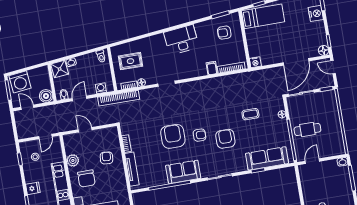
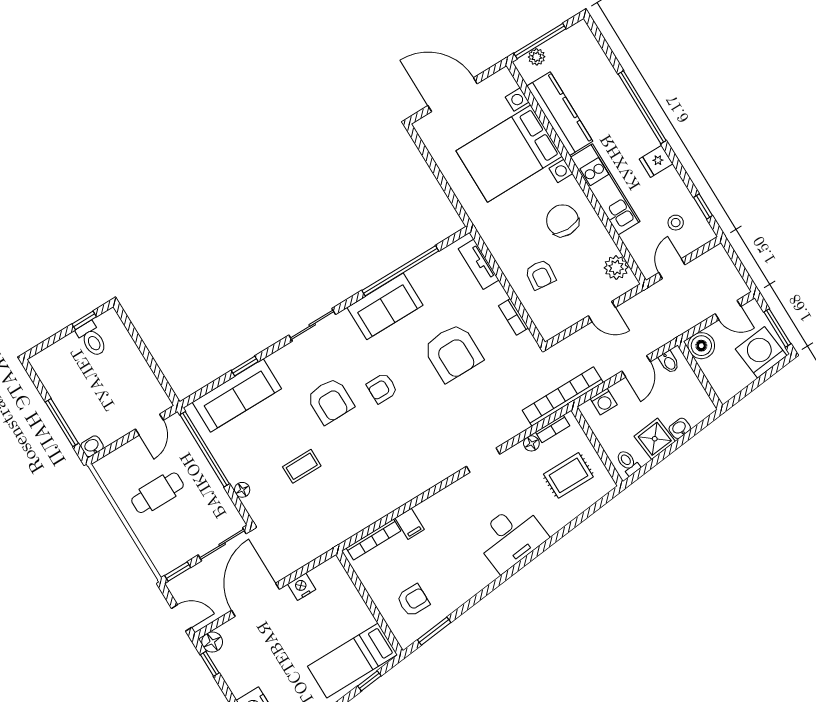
desk: (181, 40) -> (511, 537), moved
nightstand: (255, 62) -> (302, 587), moved
shower: (60, 69) -> (655, 439), moved
cafe table: (307, 130) -> (158, 493), moved
armchair: (173, 136) -> (453, 353), moved
plant: (73, 160) -> (616, 267), moved
tv unit: (132, 169) -> (479, 264), width x0.71

